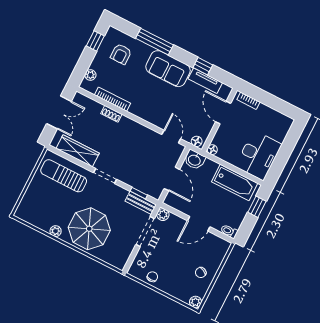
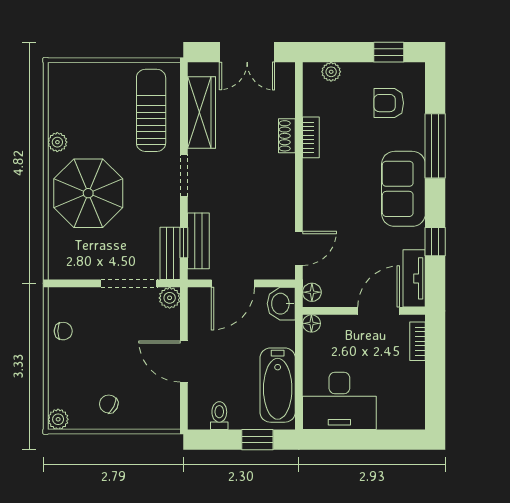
tv unit: (205, 81) -> (414, 278), moved
bookcase: (113, 99) -> (311, 137), width x0.64
bench: (142, 185) -> (198, 241), added
toilet: (229, 231) -> (219, 416), moved

